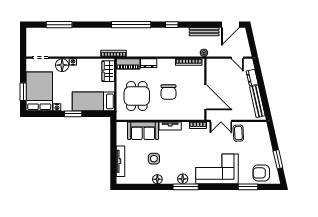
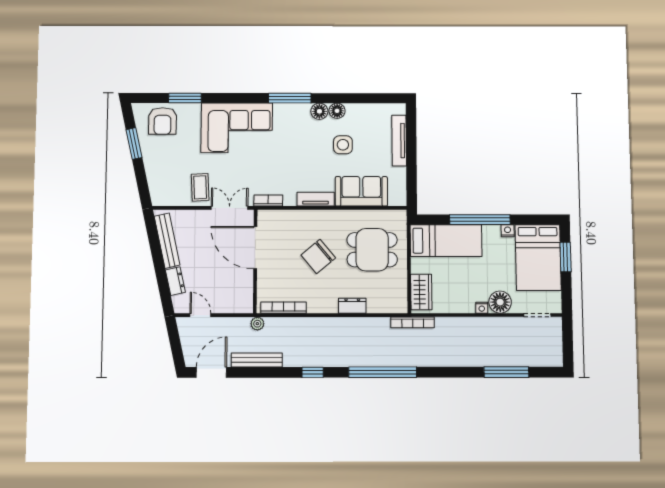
piano: (128, 64) -> (387, 304), removed
chair: (169, 92) -> (318, 256), turned -130
dining table: (137, 96) -> (372, 250), turned 90
window: (73, 114) -> (480, 220), width x2.11
armchair: (261, 173) -> (162, 121), turned 90
floor lamp: (183, 179) -> (319, 111), moved

